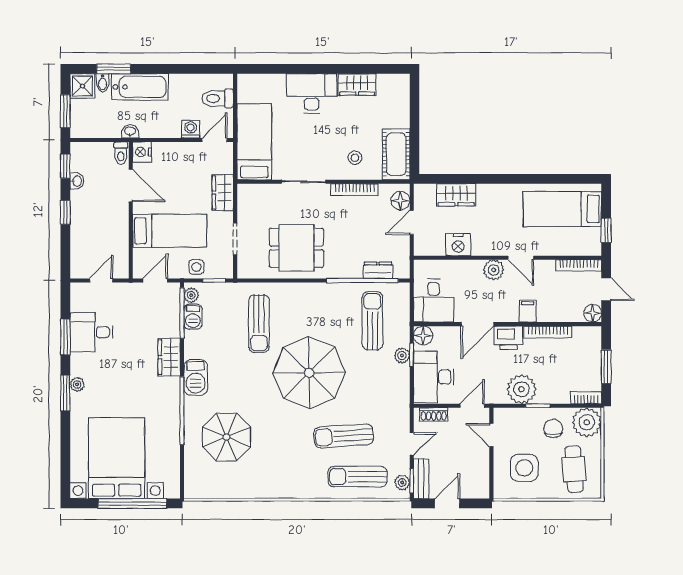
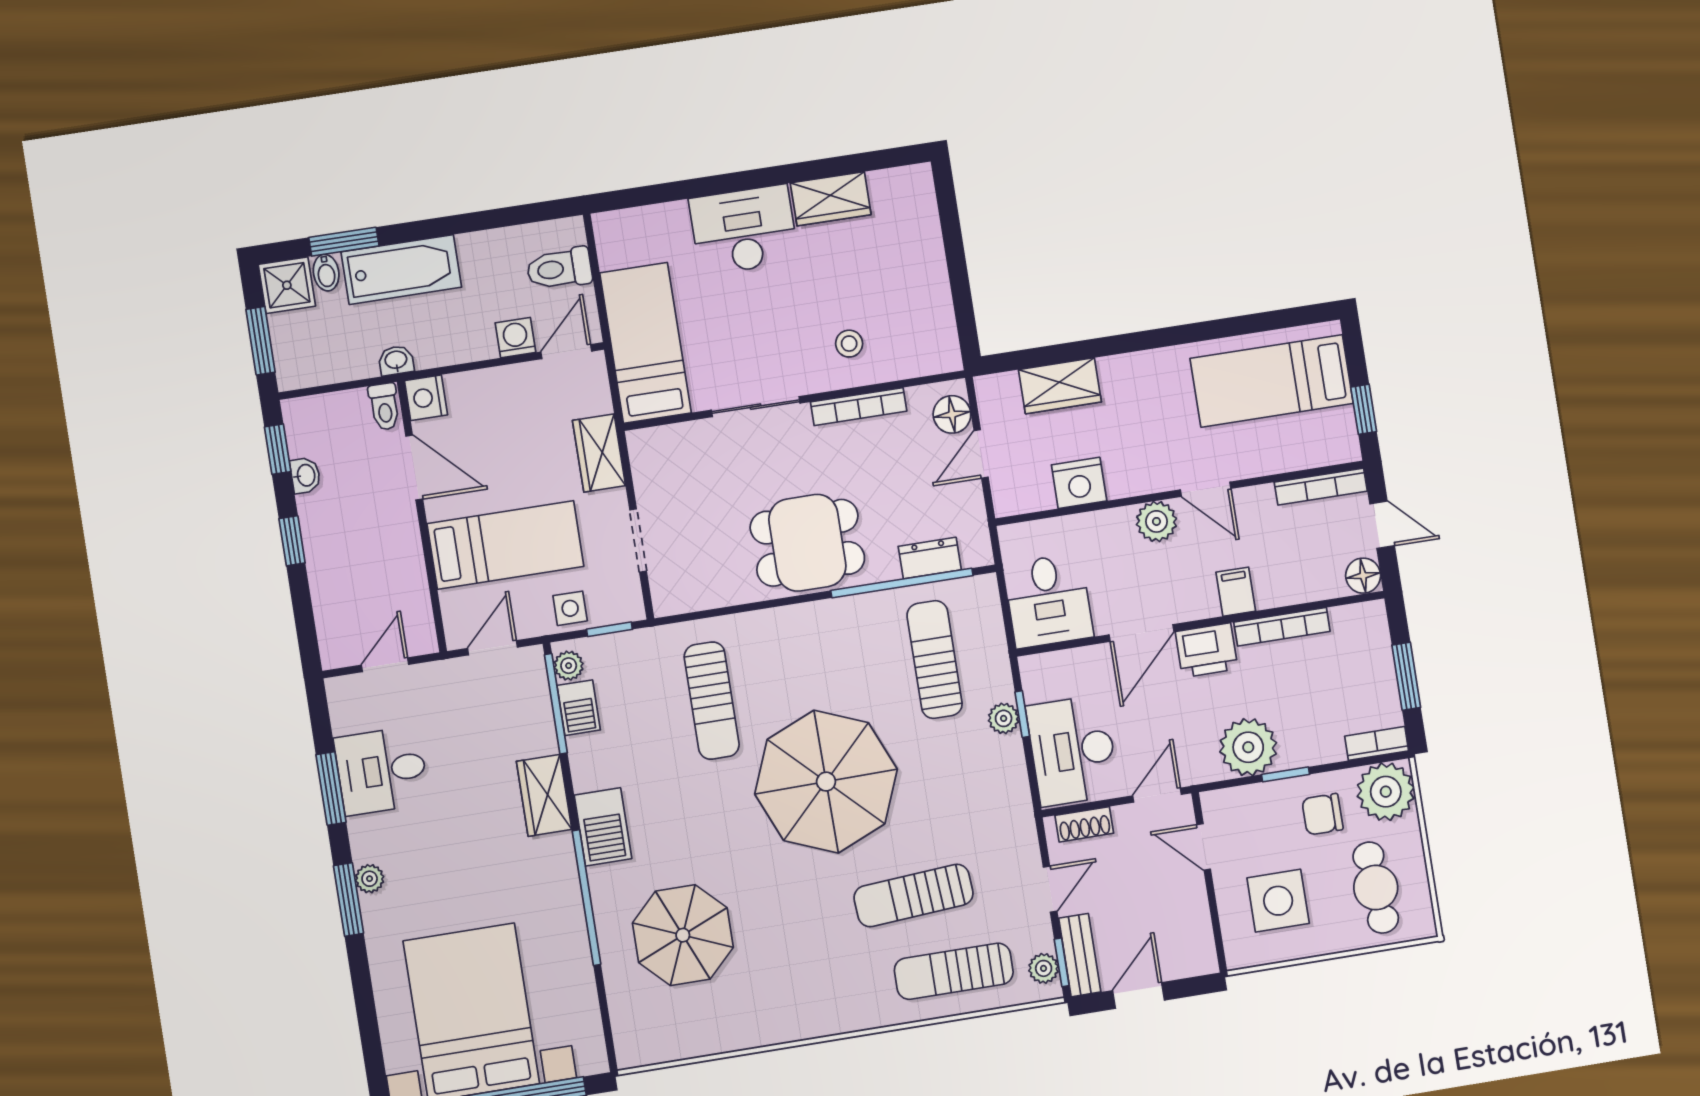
cot: (396, 154) -> (929, 324), removed
dining table: (296, 248) -> (807, 543), moved
floor lamp: (423, 336) -> (1039, 673), removed
chair: (553, 428) -> (1322, 814), turned -90

